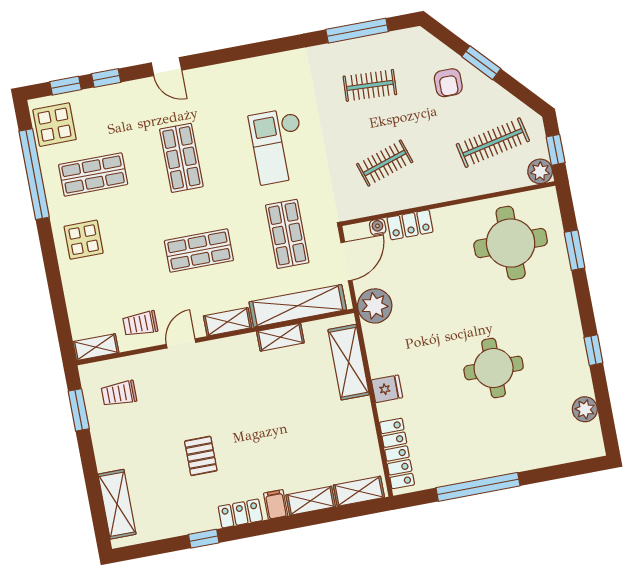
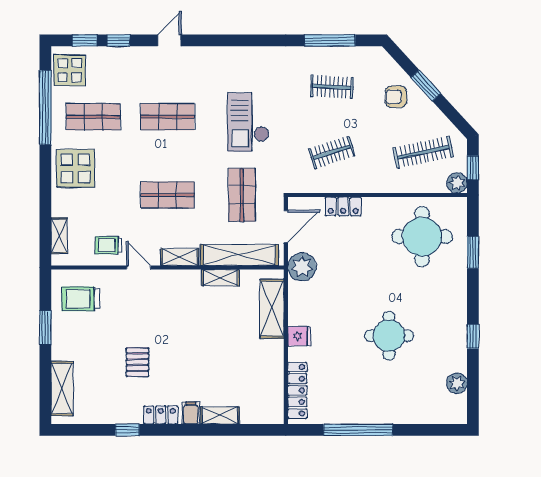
door: (166, 67) -> (169, 40), swing flipped
armchair: (448, 83) -> (396, 97), turned 90
shop shelf: (181, 158) -> (167, 117), turned 90
water cooler: (378, 227) -> (316, 203), removed
display table: (84, 240) -> (75, 168), width x1.36, depth x1.36
door: (181, 343) -> (139, 268), hinge flipped
shelving: (96, 347) -> (59, 236), moved, turned 90
trolley: (119, 394) -> (81, 299), width x1.36, depth x1.39
window: (79, 410) -> (45, 328), moved
shelving: (359, 491) -> (261, 415), removed

